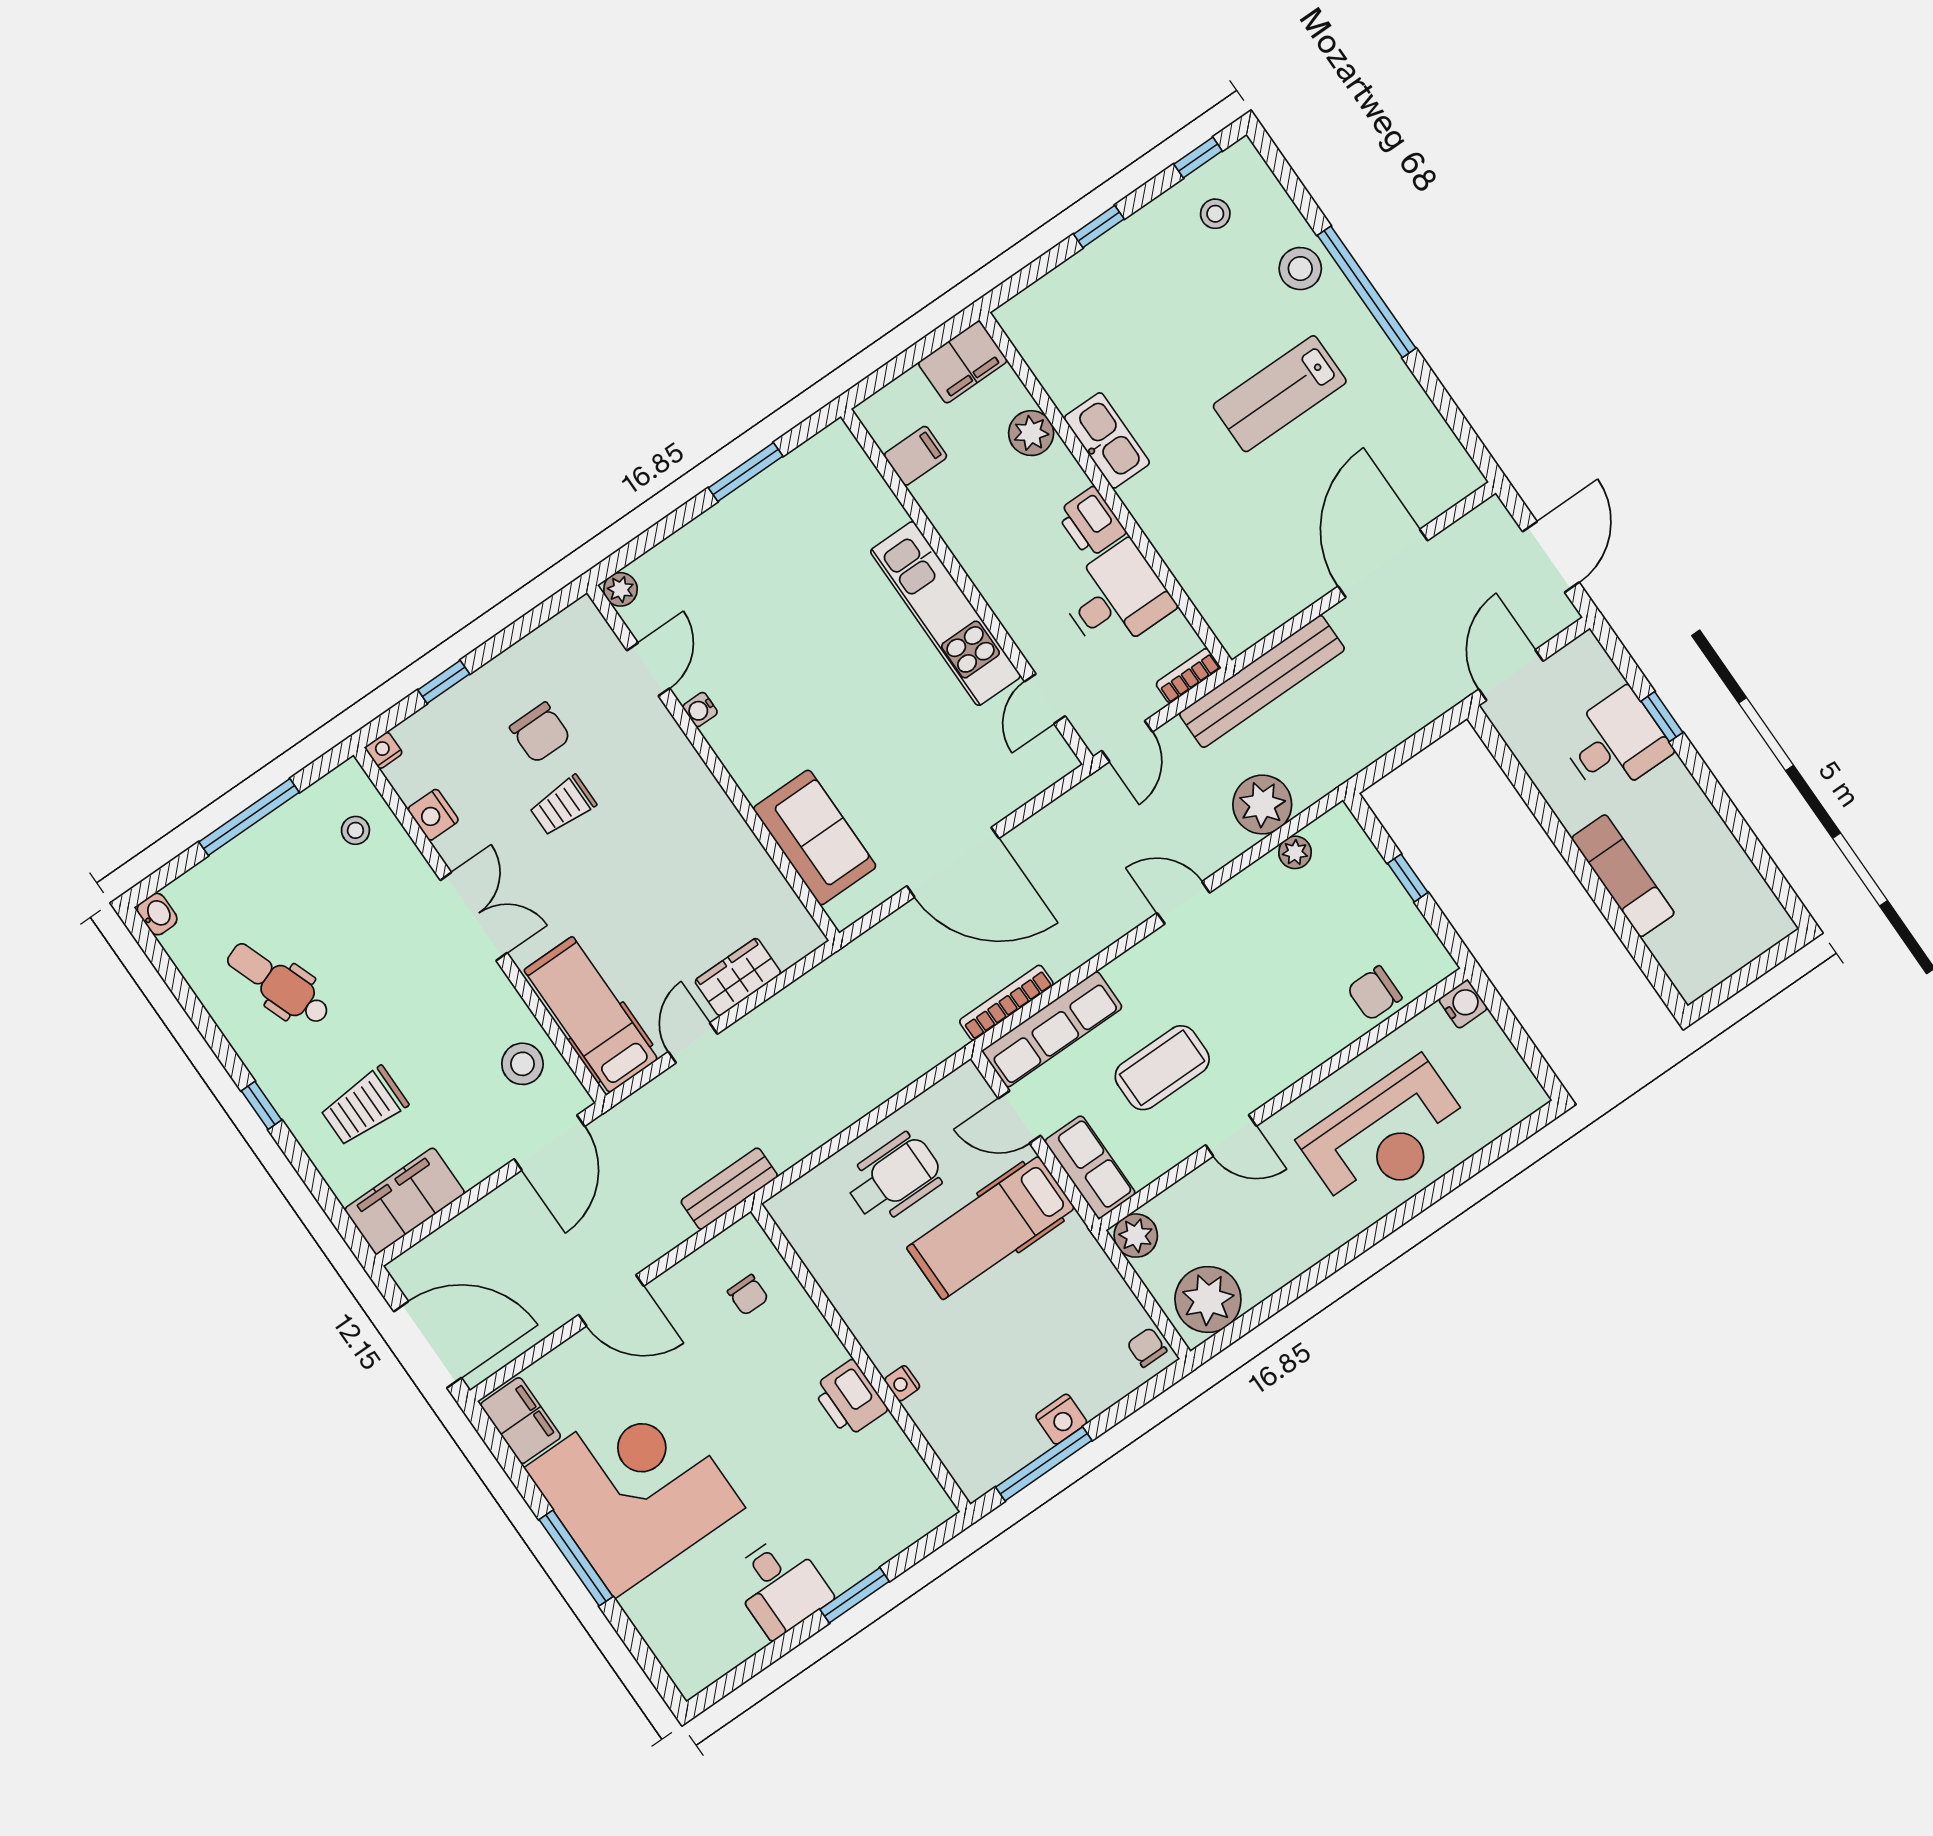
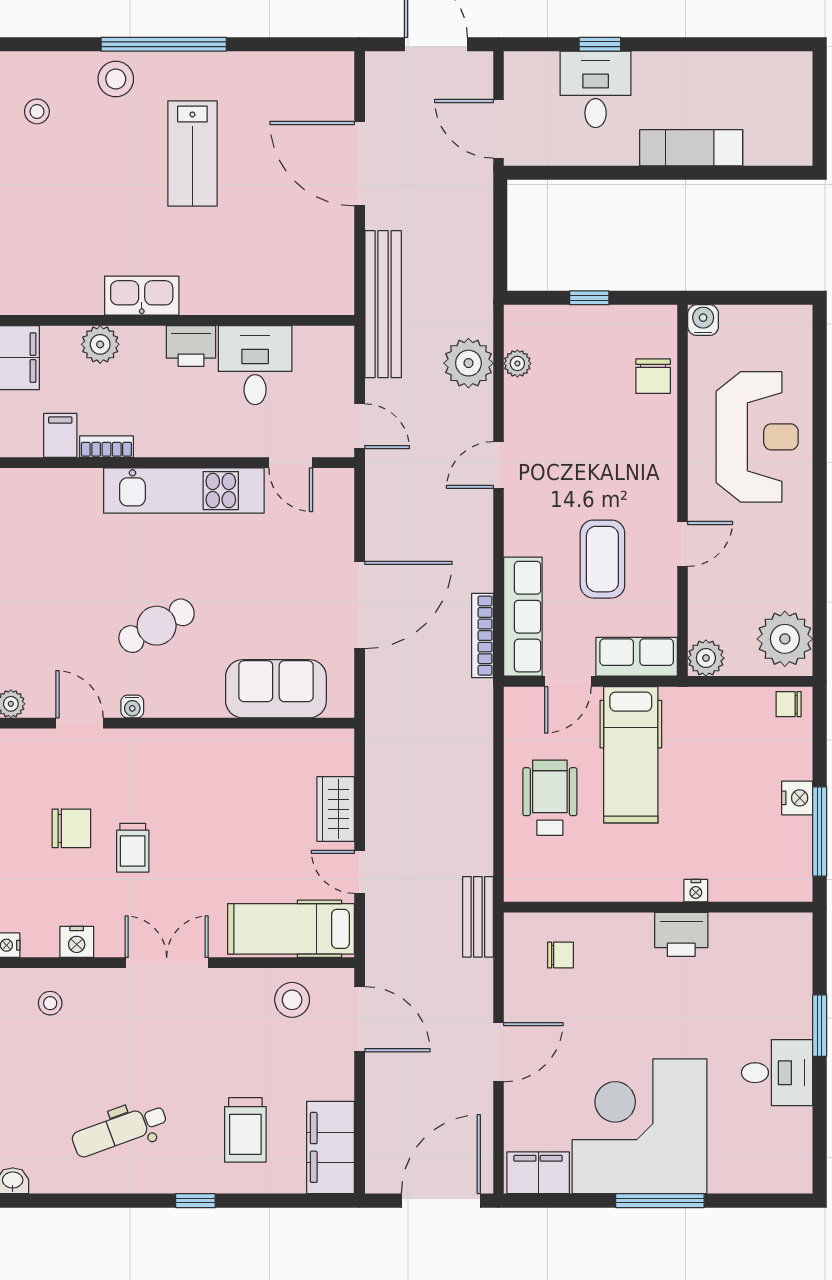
bookcase: (1188, 676) -> (106, 447), moved, turned 90
cafe table: (795, 678) -> (157, 626), added

